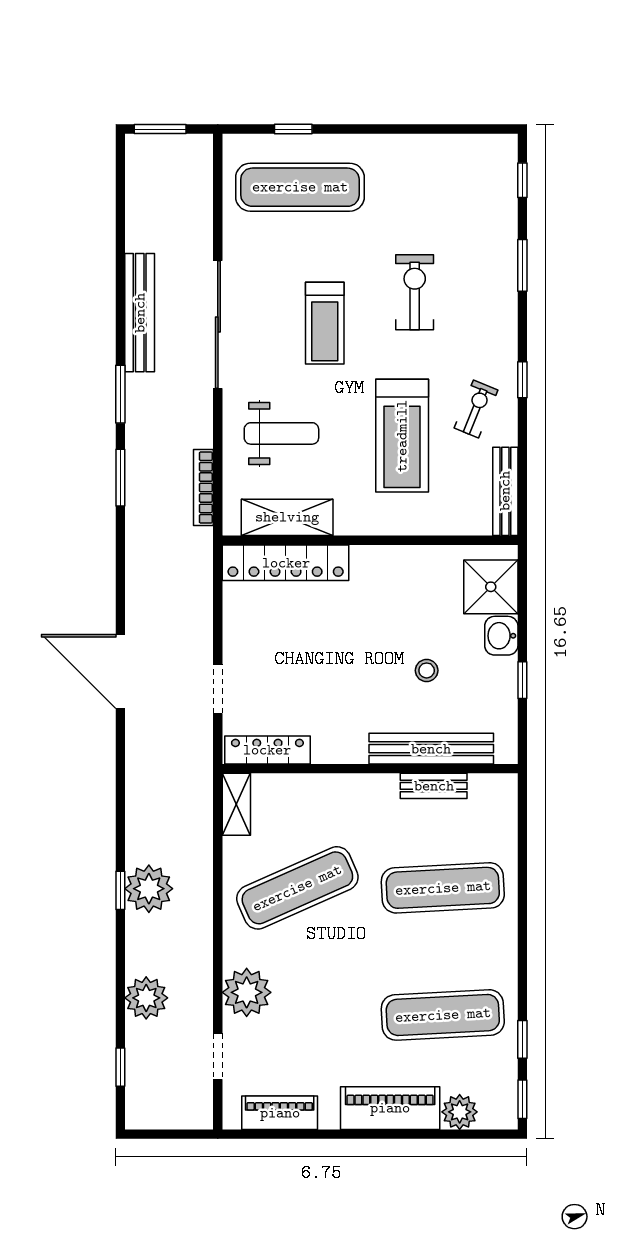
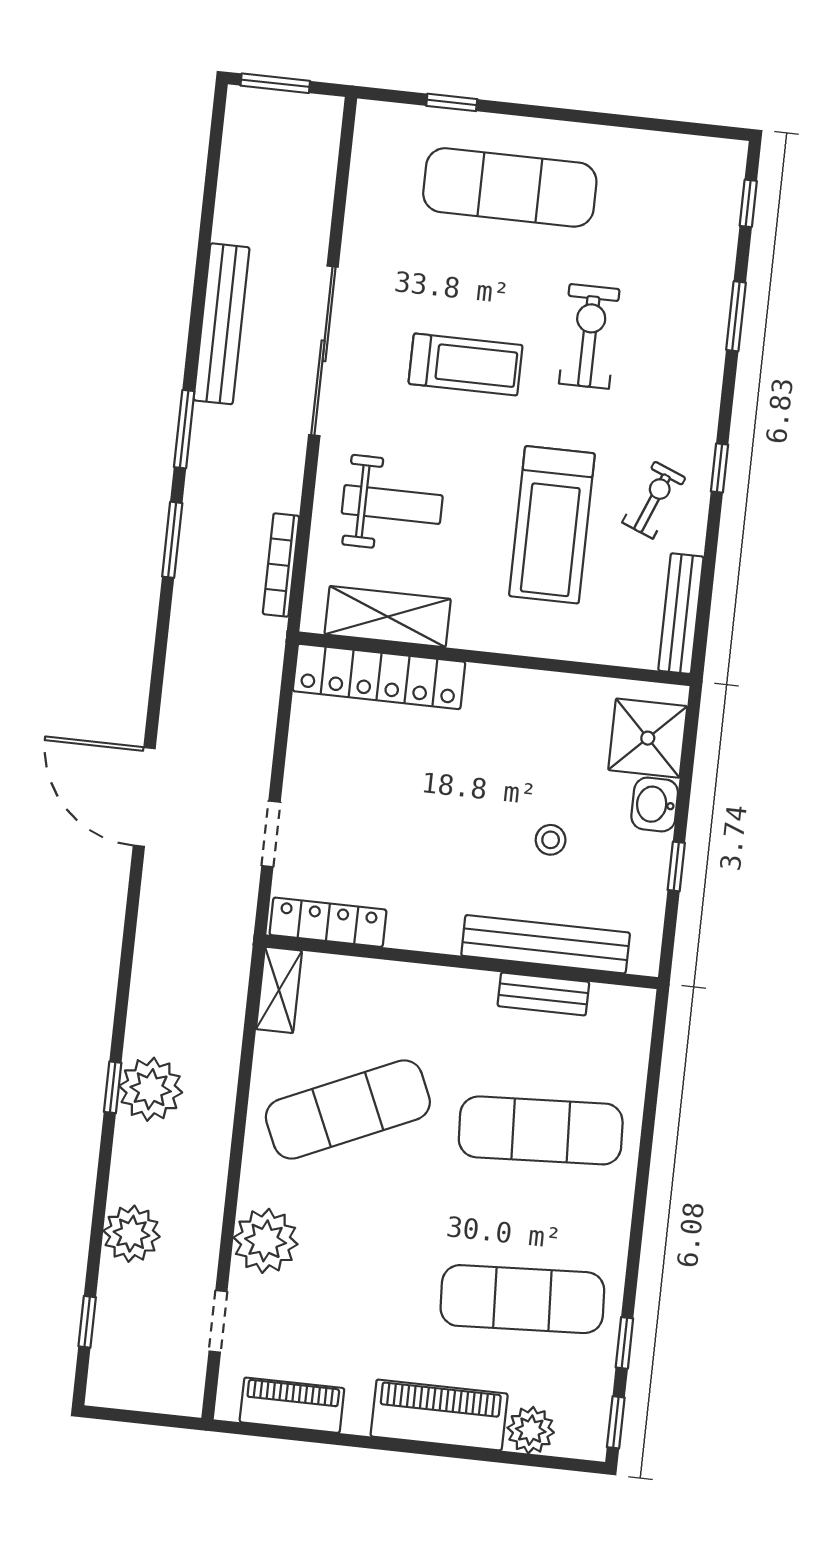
exercise mat: (300, 187) -> (510, 187), moved
treadmill: (325, 323) -> (466, 364), turned -90

